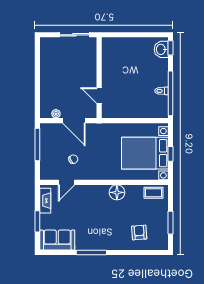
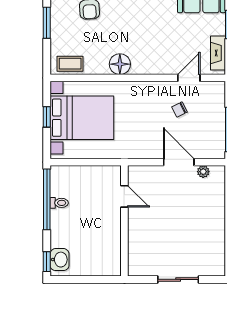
wall: (99, 78) -> (124, 221), moved
door: (99, 96) -> (124, 196), moved

